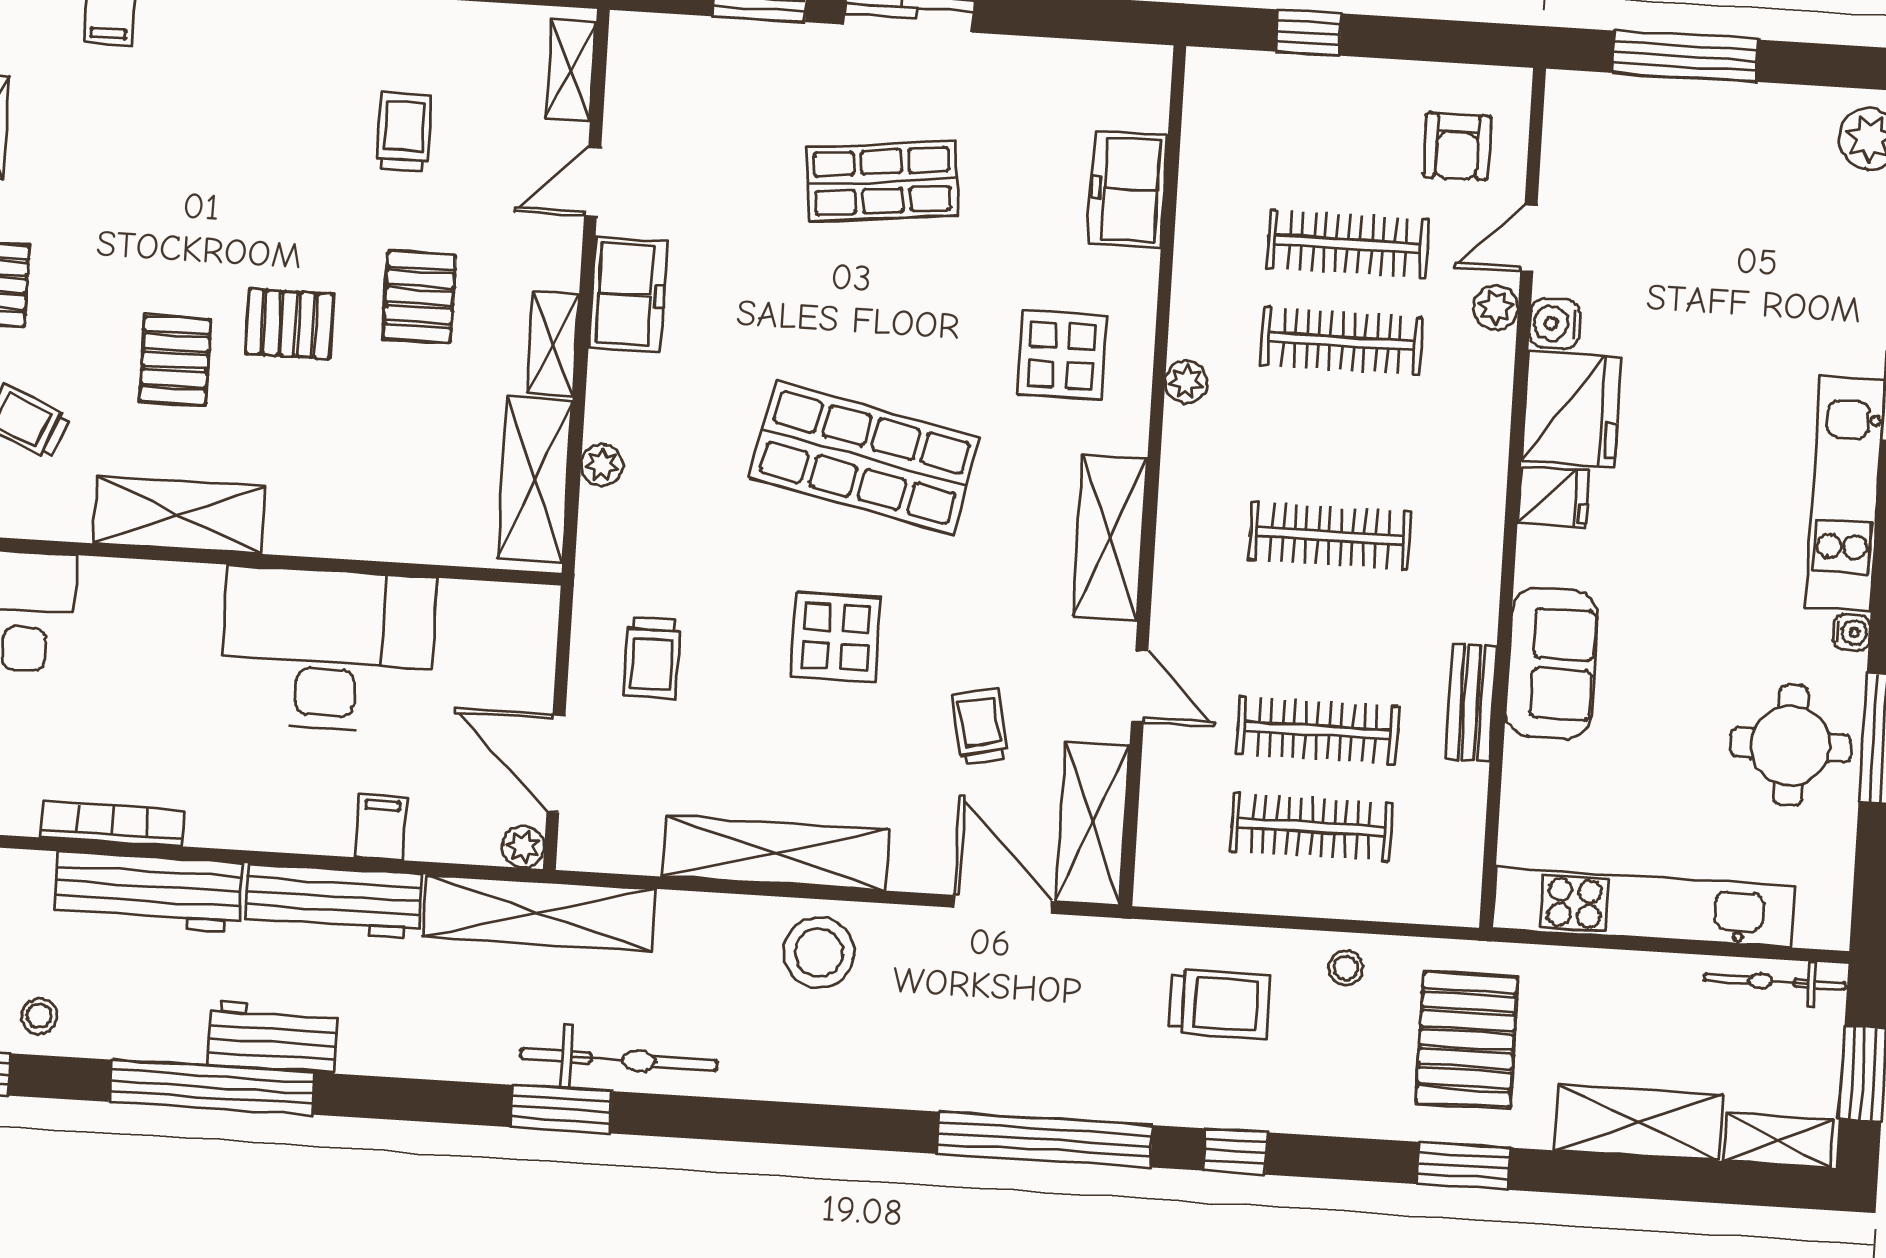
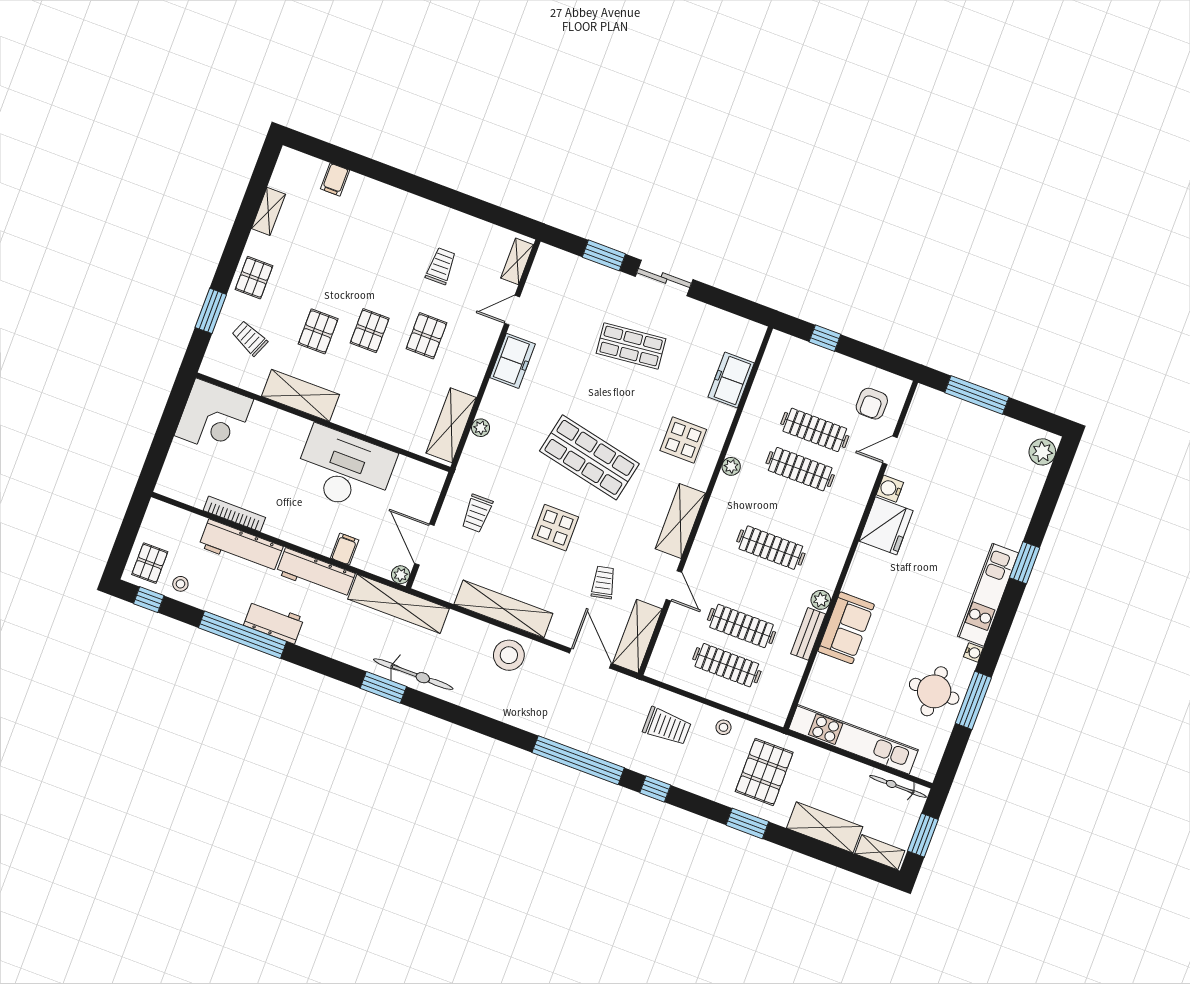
plant: (1496, 307) -> (821, 600), moved
pallet: (289, 324) -> (370, 331), turned 90
shelving: (553, 344) -> (476, 372), removed
fridge: (1553, 497) -> (868, 560), removed

